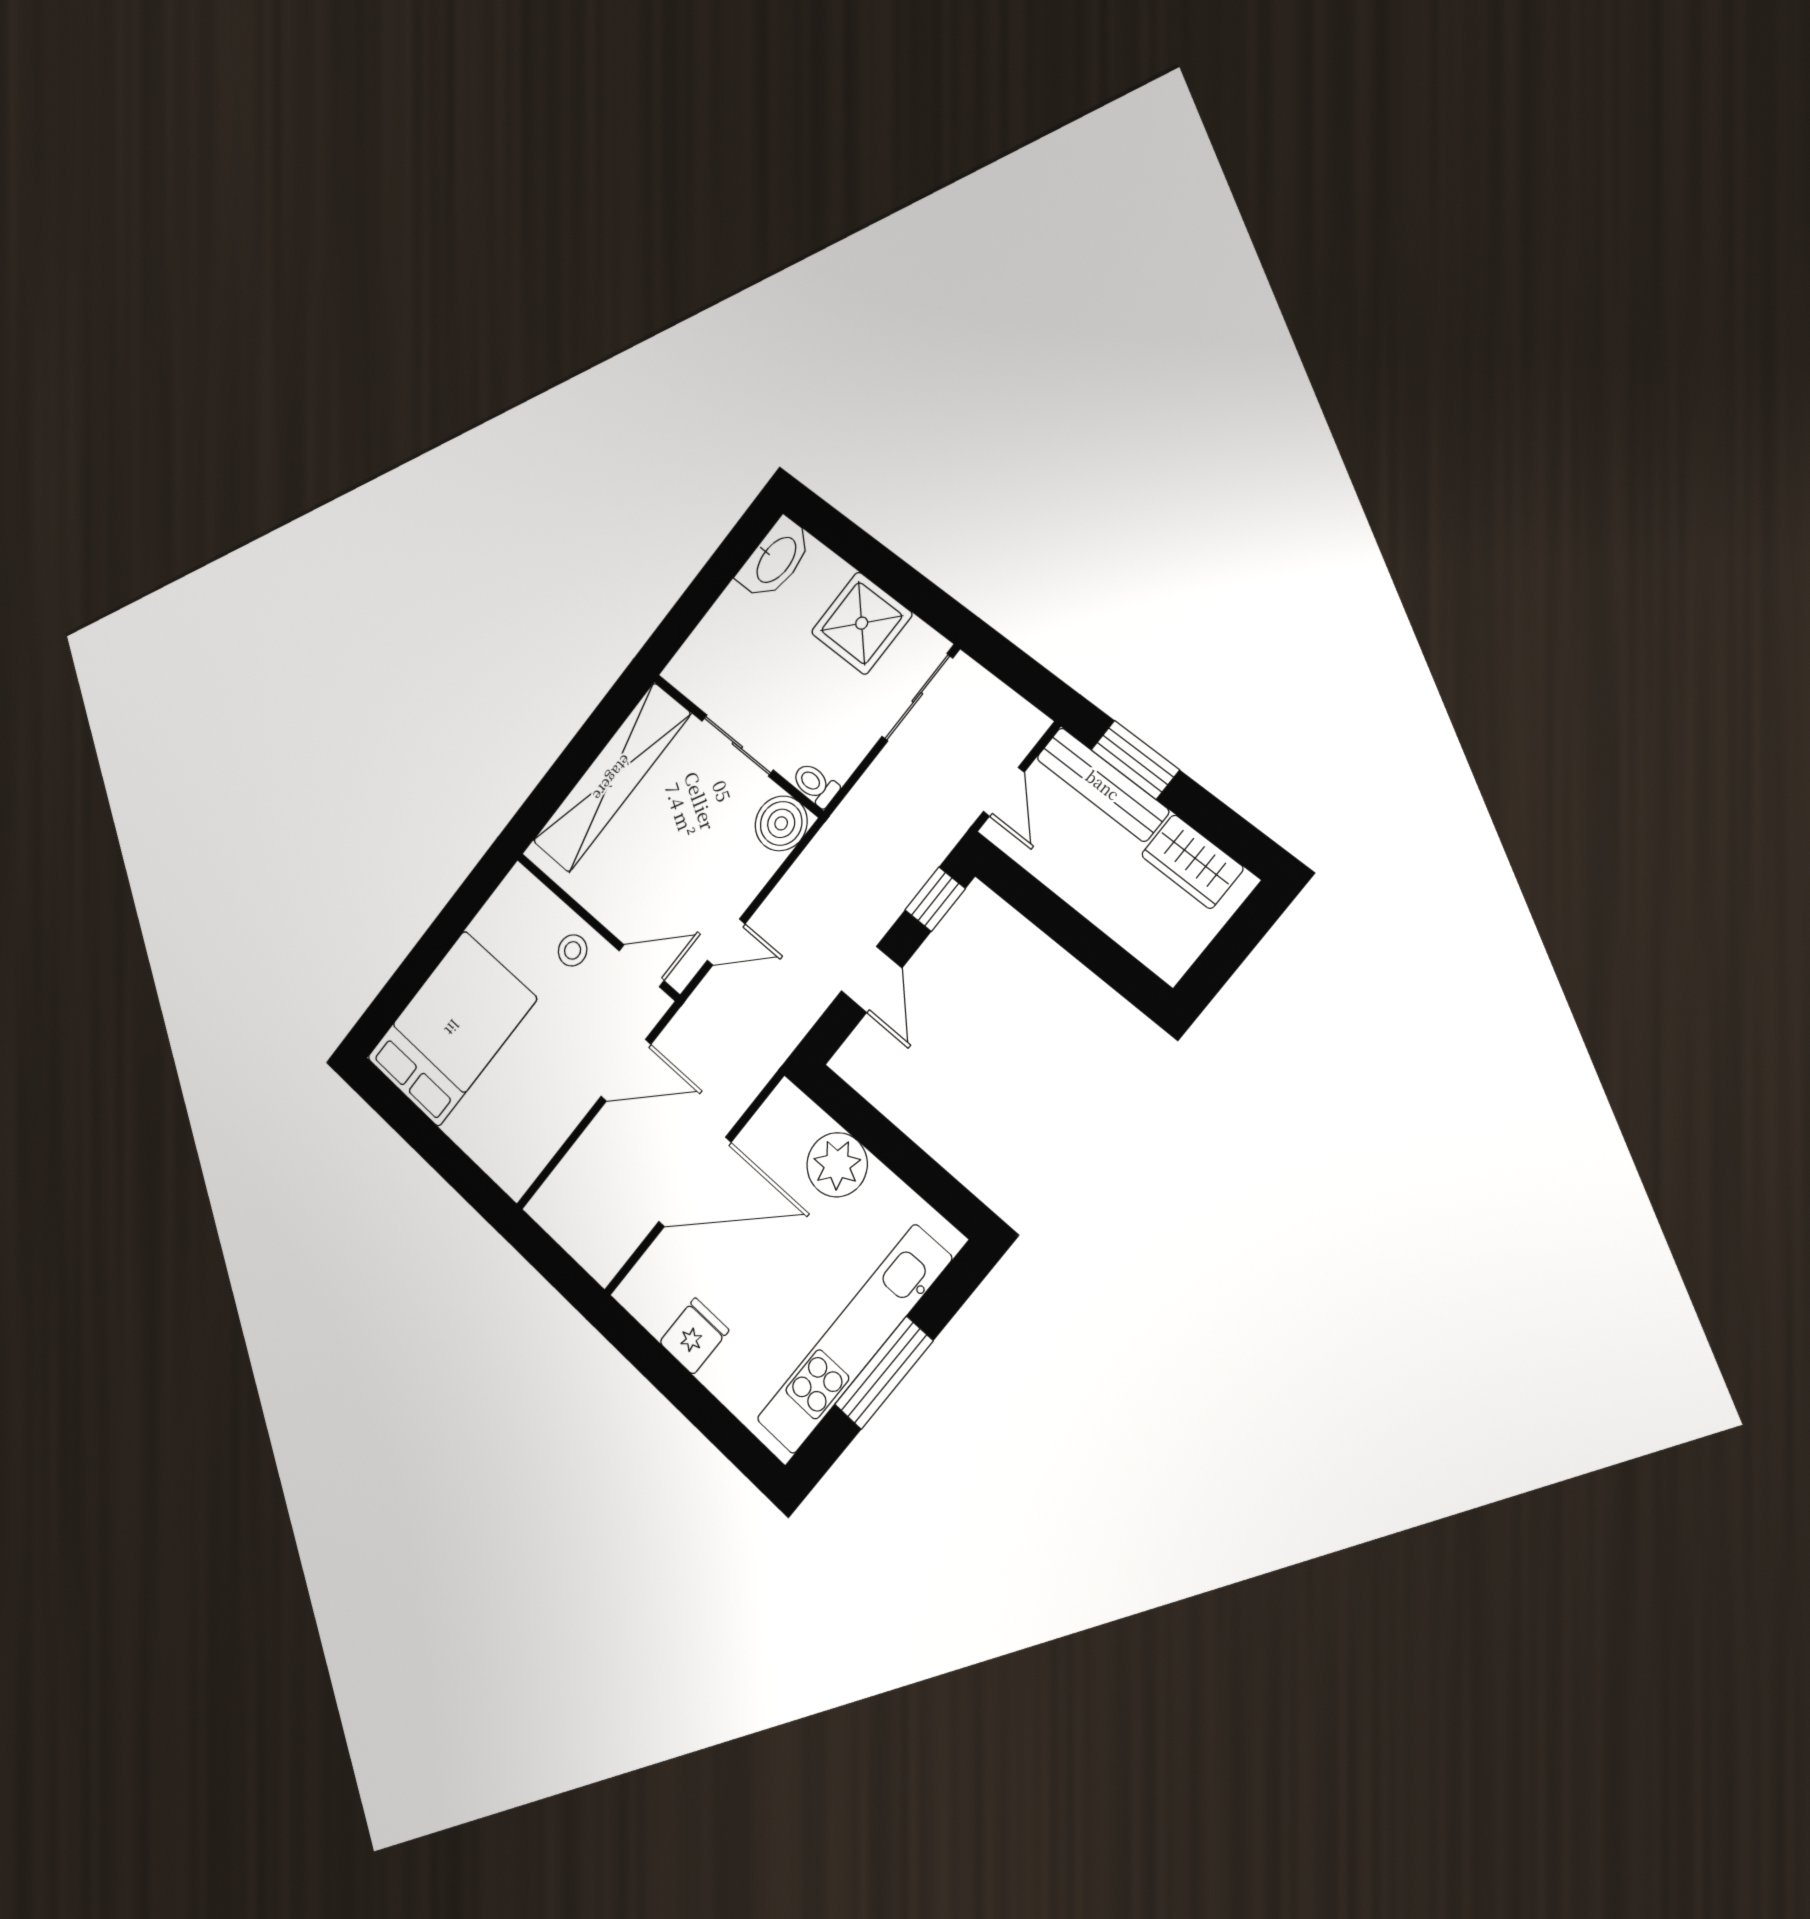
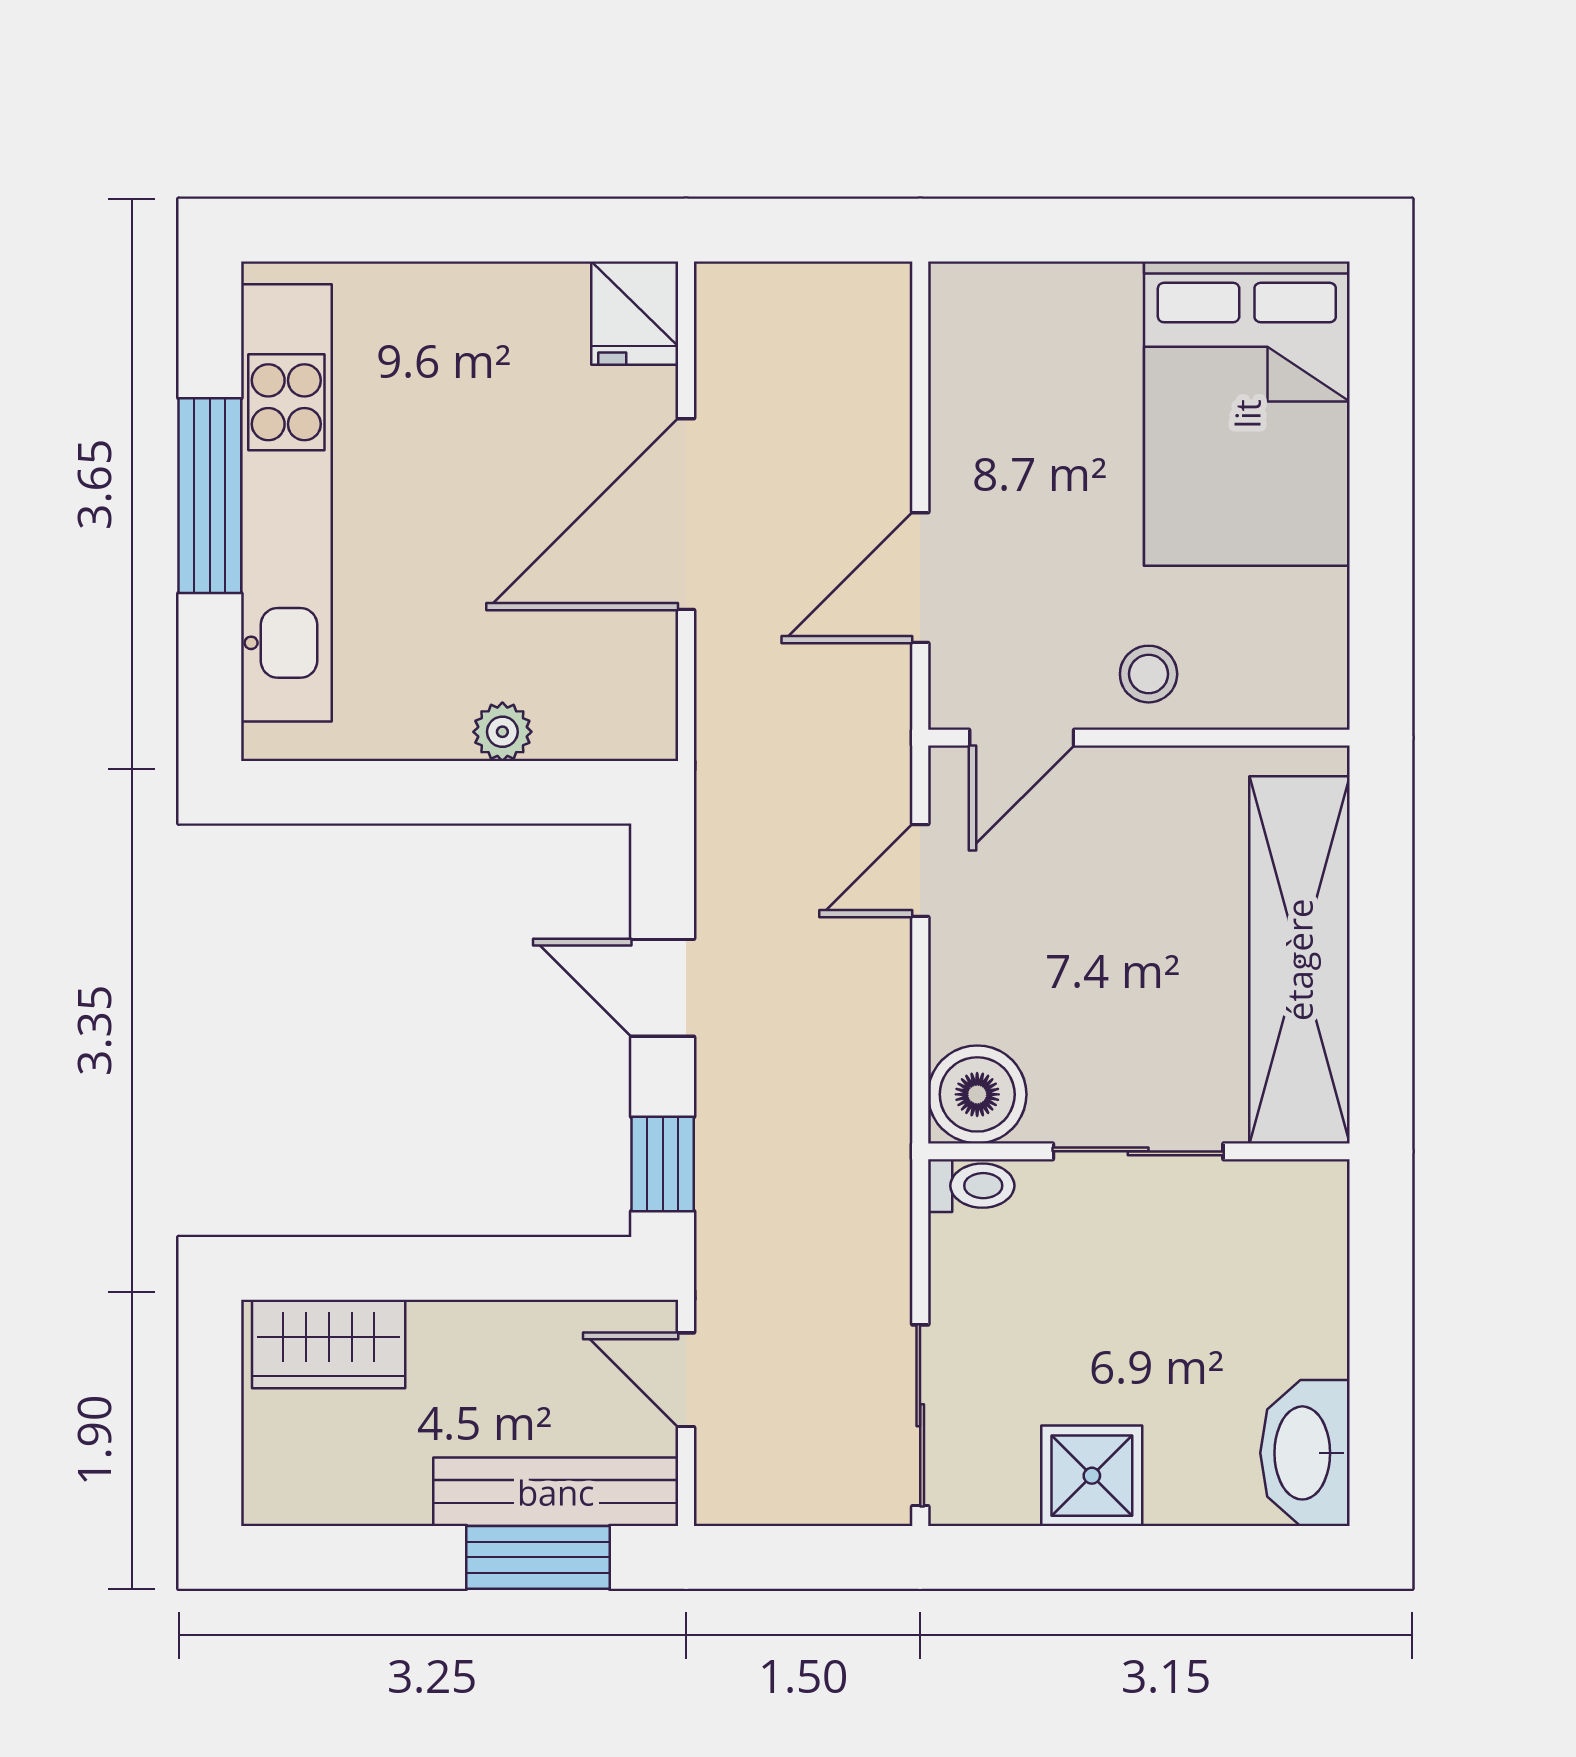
shower: (862, 623) -> (1092, 1476), width x0.73, depth x0.73
wardrobe: (1192, 862) -> (329, 1344), moved, turned 180
plant: (837, 1165) -> (502, 732), width x0.53, depth x0.53
fridge: (694, 1336) -> (635, 313), moved

